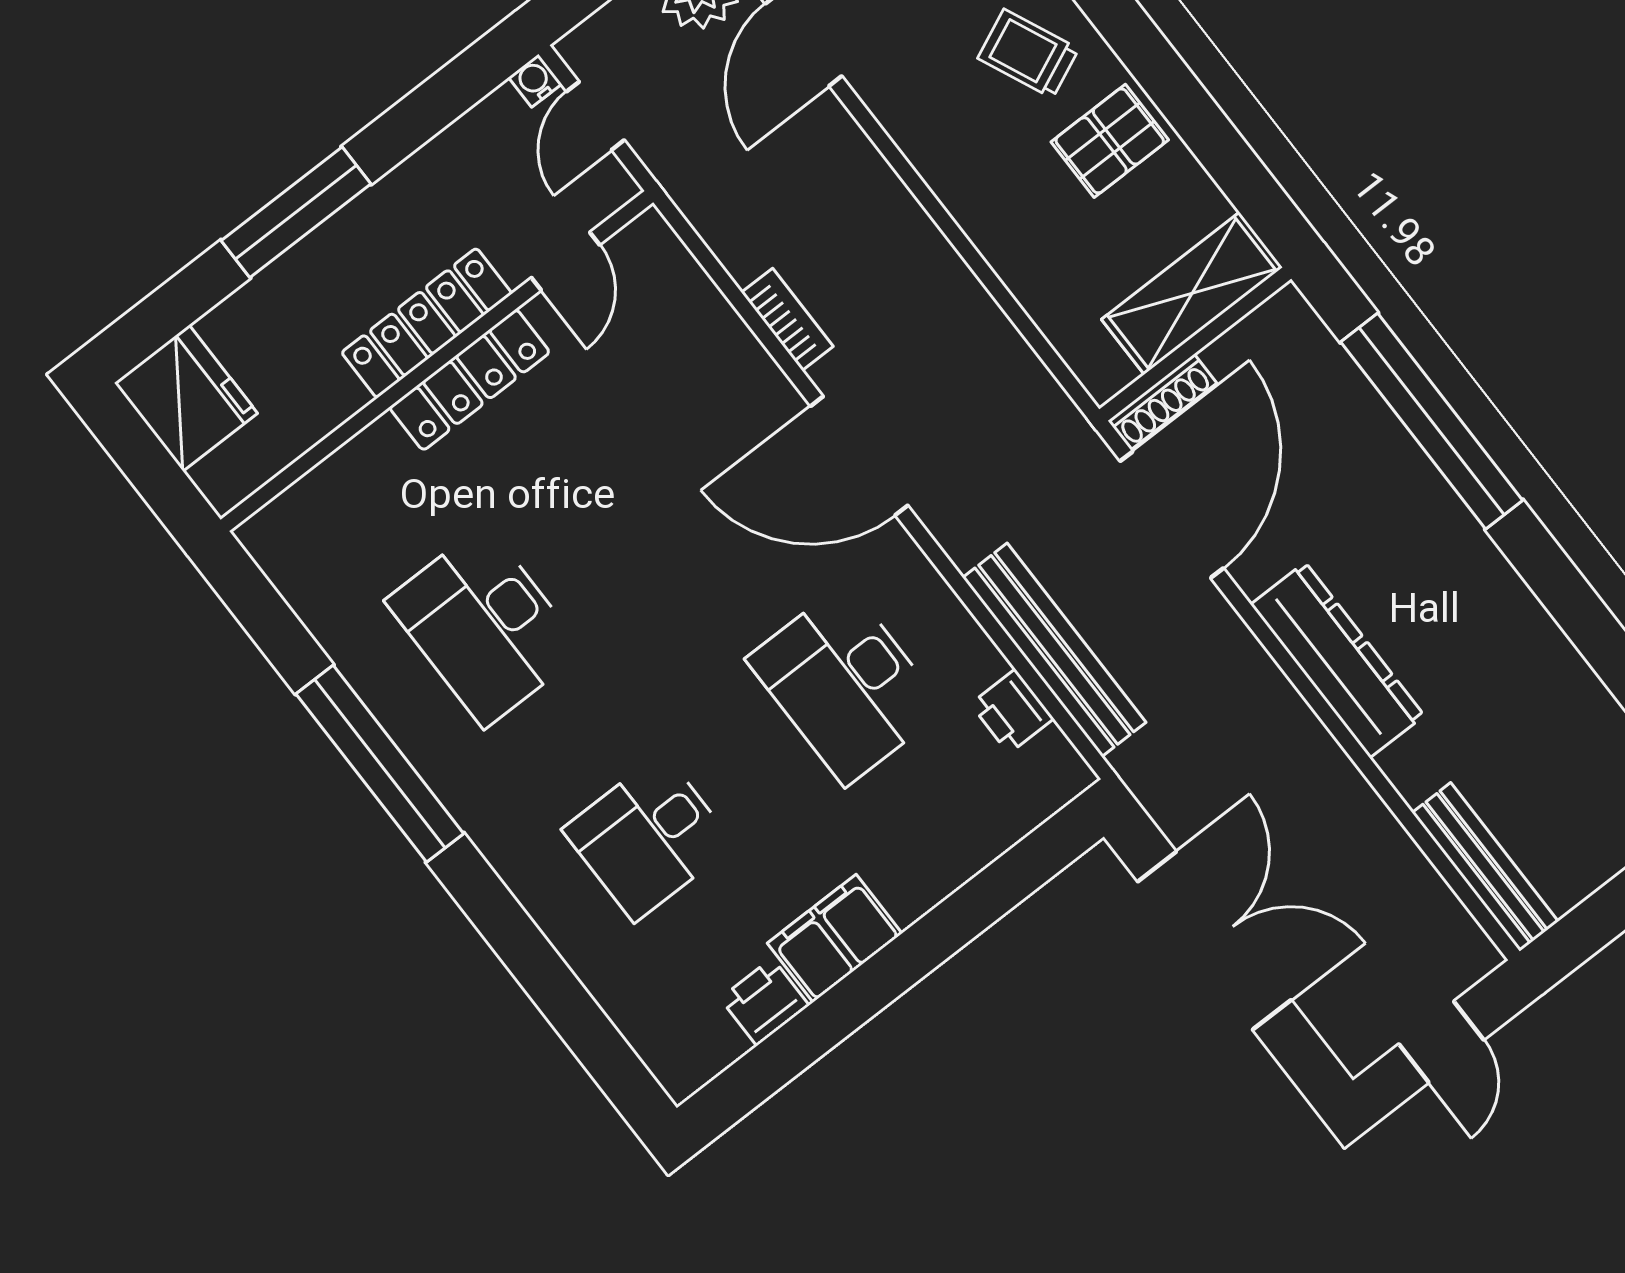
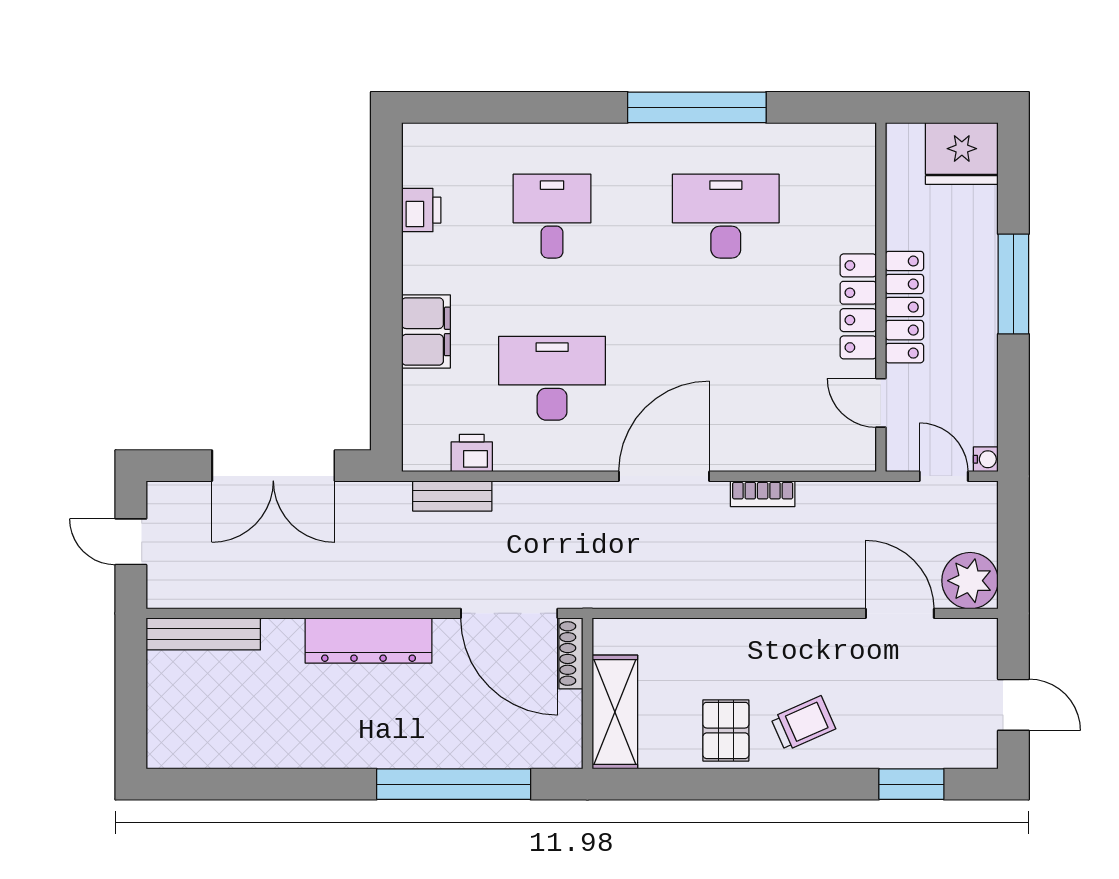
bench: (1054, 650) -> (452, 496), width x0.54, depth x0.82
filing cabinet: (835, 938) -> (426, 331), moved

